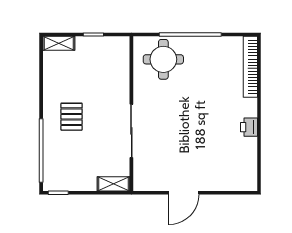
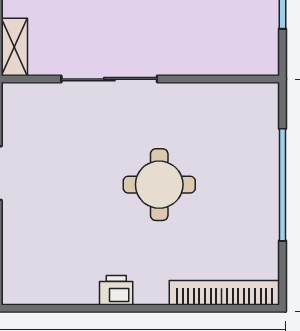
round table: (163, 59) -> (159, 185), moved

